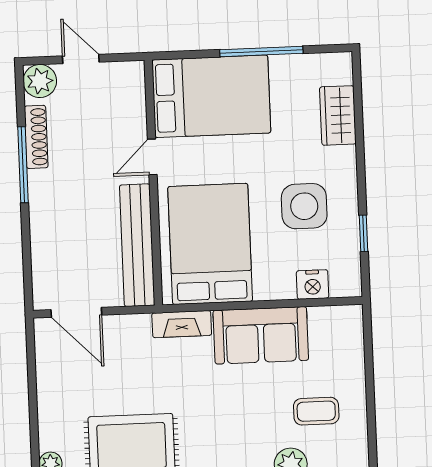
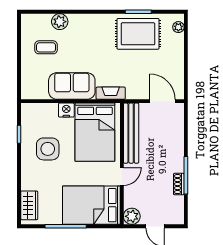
plant: (40, 81) -> (132, 216), moved
wardrobe: (338, 115) -> (29, 205), moved
shoe rack: (36, 137) -> (179, 184), width x0.70
nightstand: (313, 284) -> (66, 110), moved

